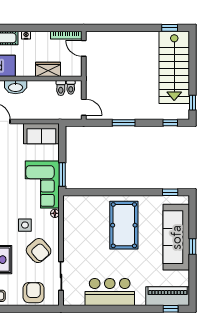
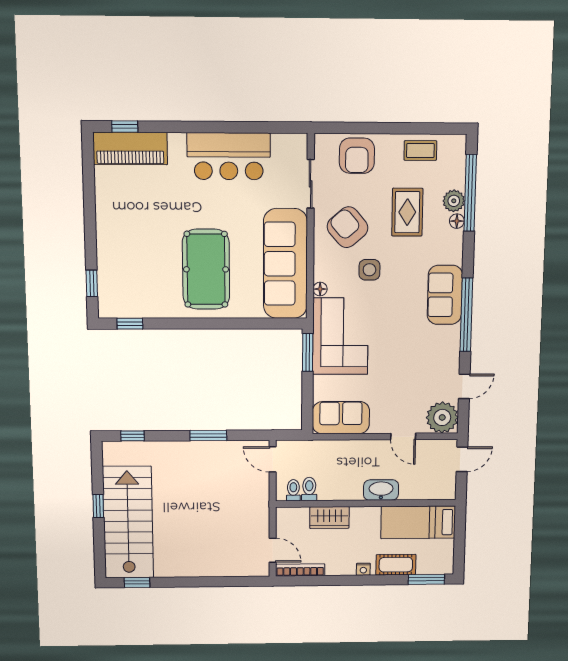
window: (193, 103) -> (98, 506), moved
sofa: (176, 237) -> (285, 264), moved, turned 180
window: (193, 246) -> (92, 283), moved

